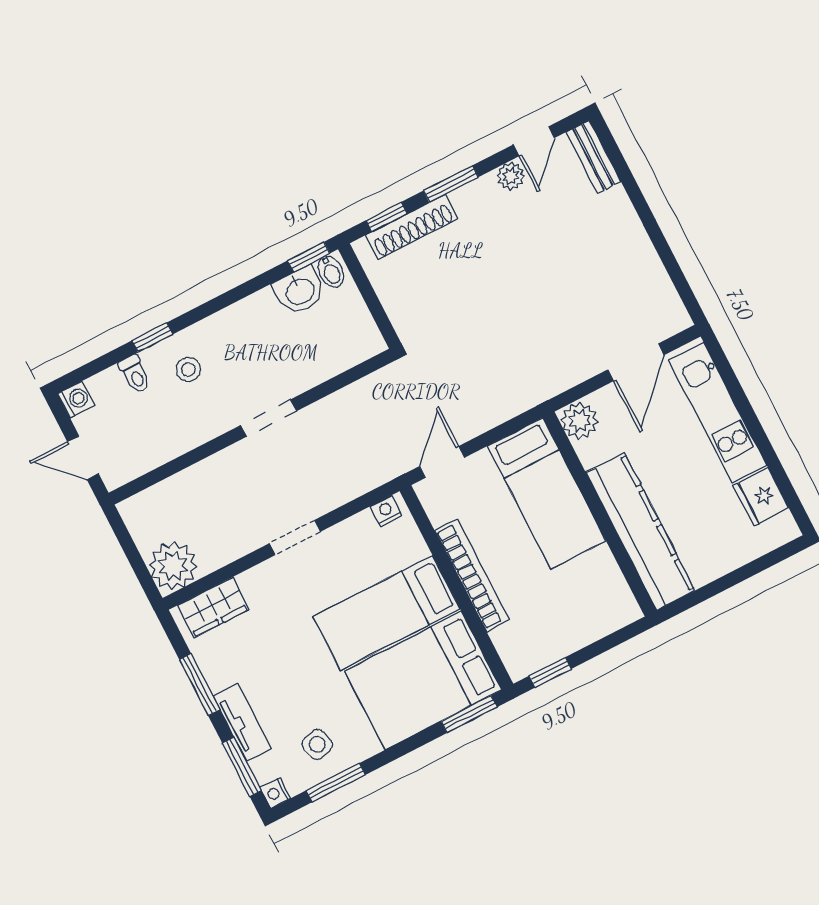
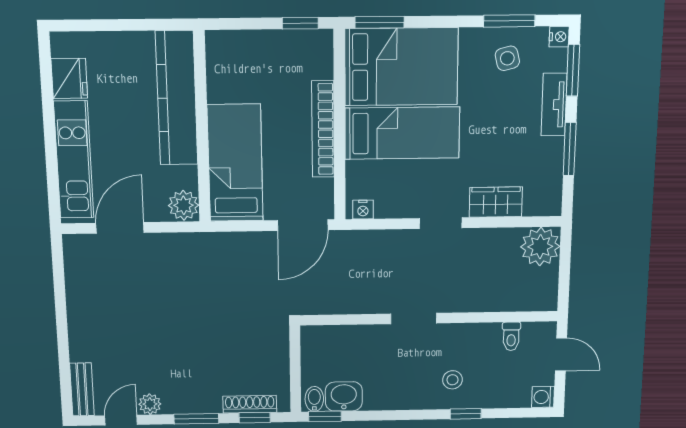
shoe rack: (412, 227) -> (250, 404), width x0.74, depth x0.81
toilet: (135, 374) -> (511, 336), moved, turned 180
door: (442, 462) -> (303, 225), width x1.38
wardrobe: (213, 607) -> (496, 202), moved

